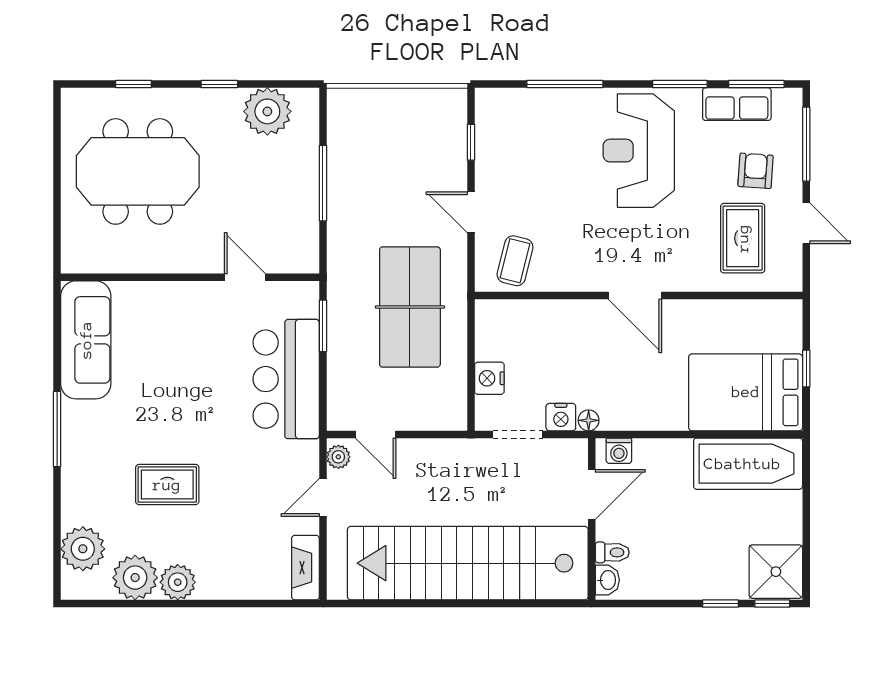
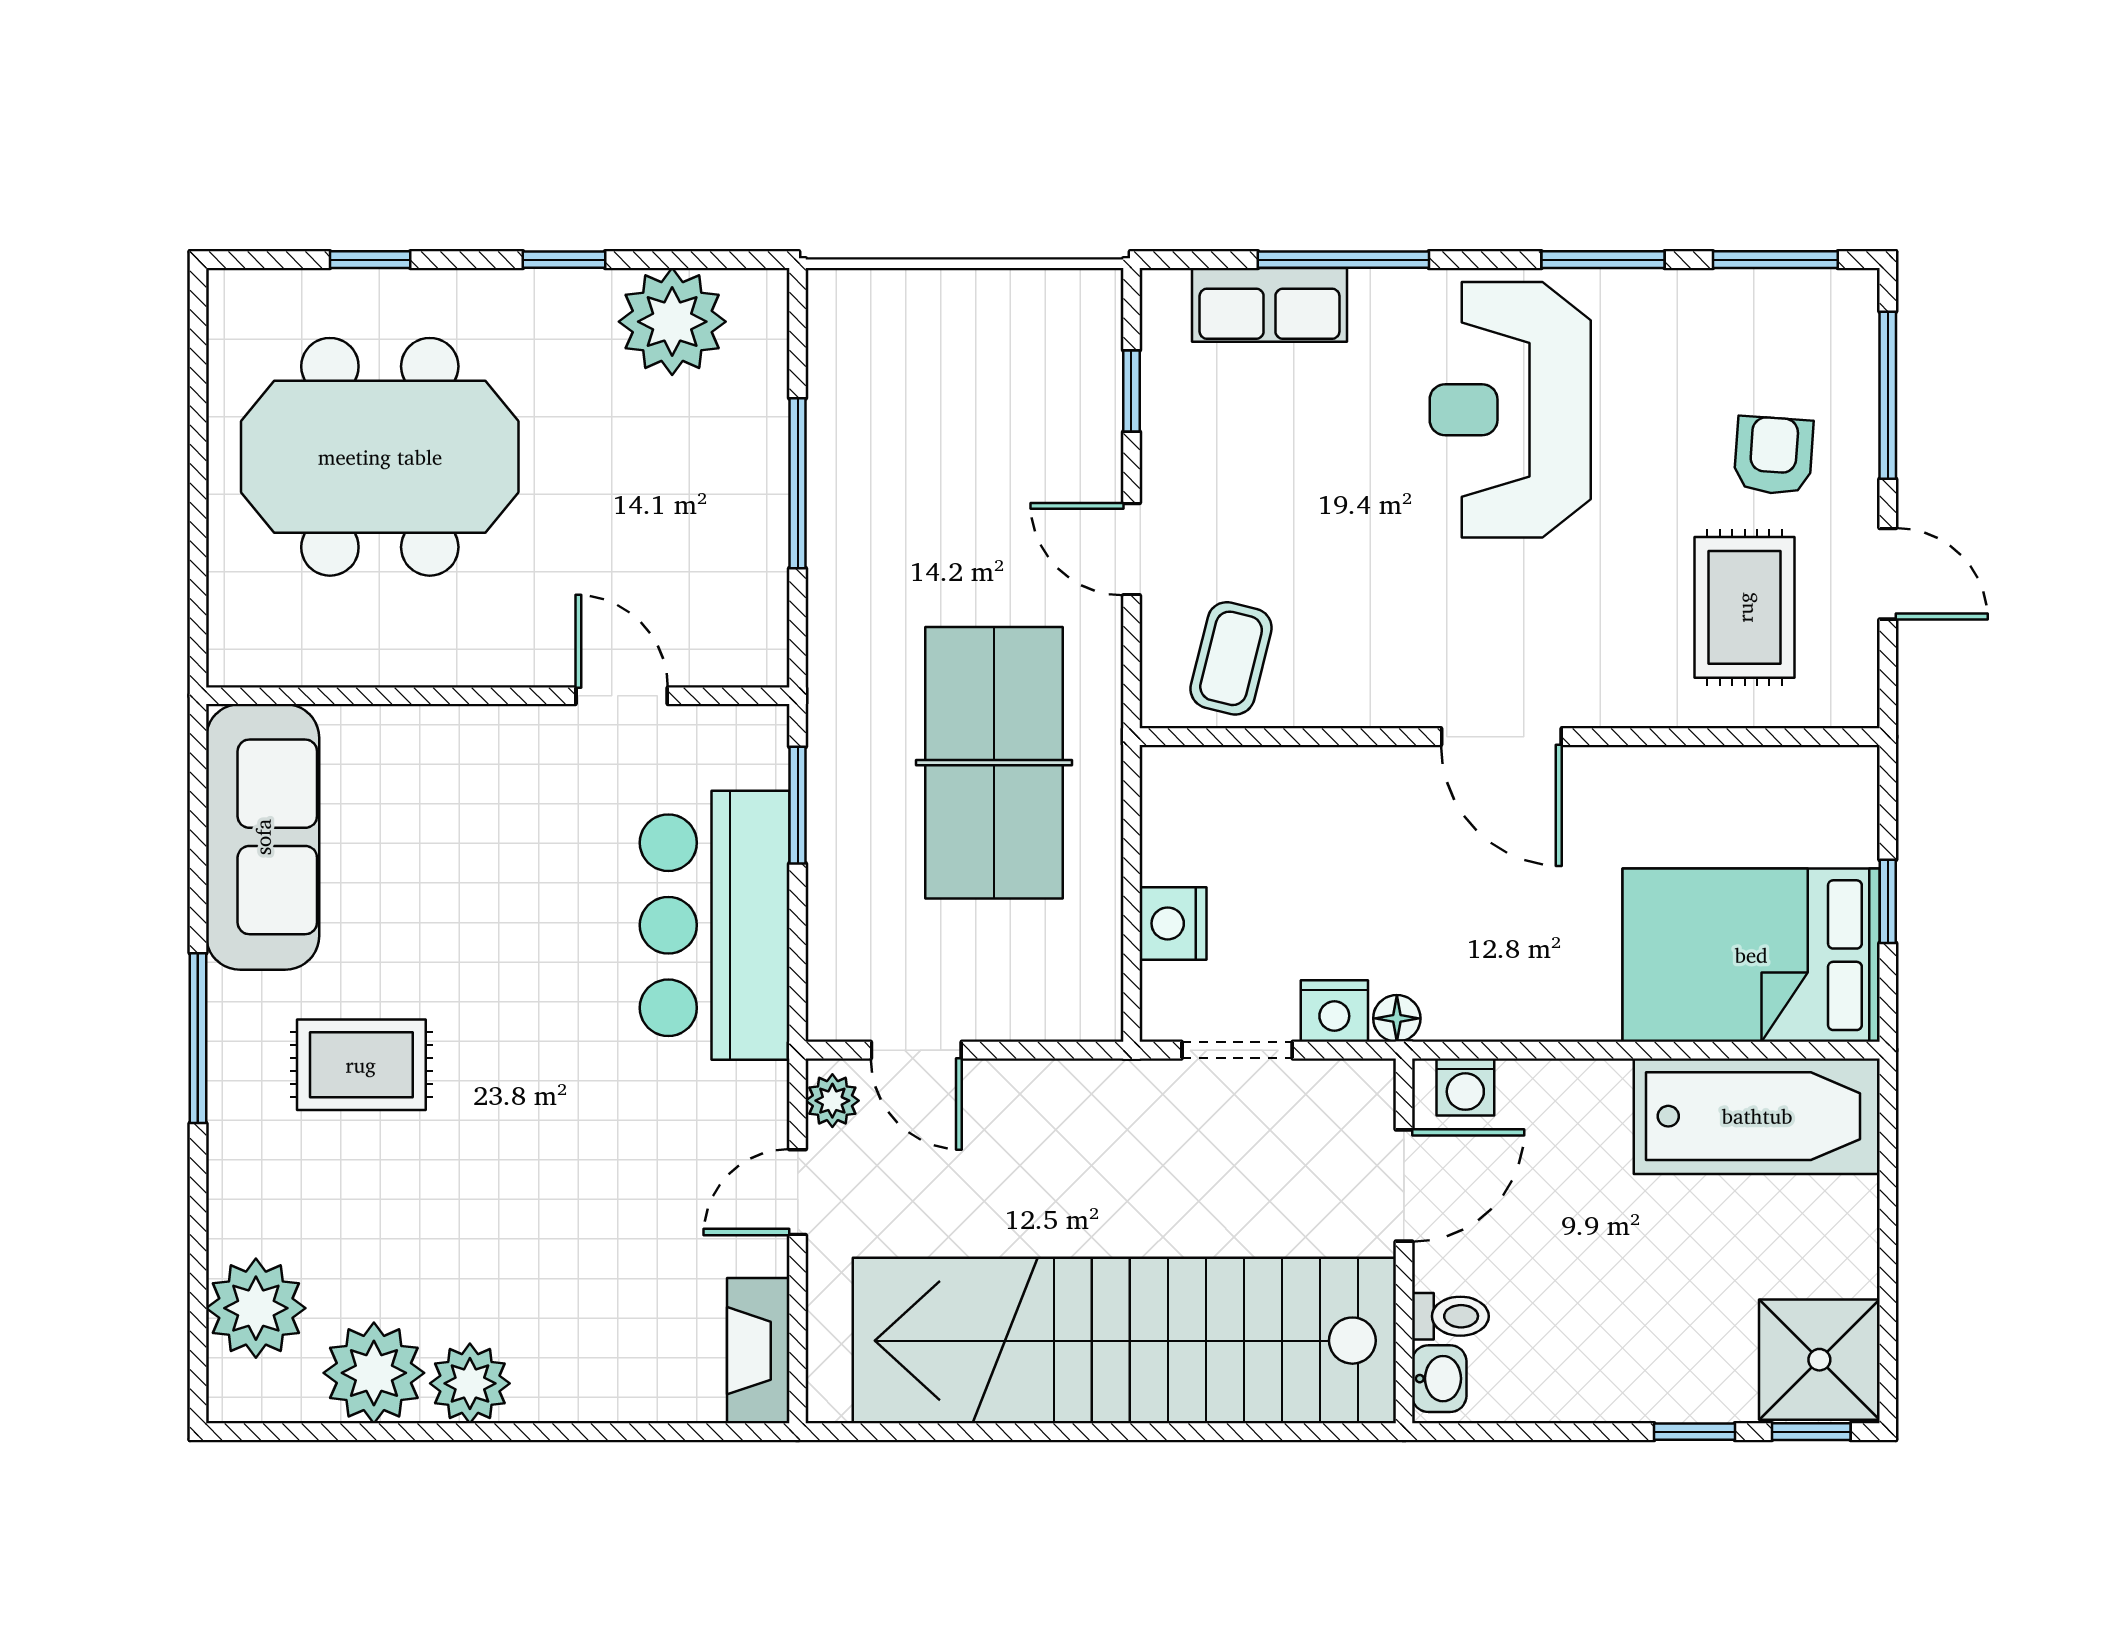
row of seats: (737, 104) -> (1270, 305), moved
rug: (167, 485) -> (361, 1065), moved

